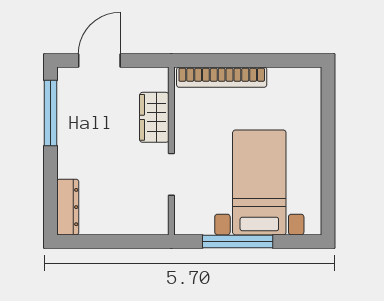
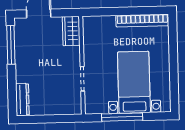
bookcase: (222, 77) -> (142, 20), moved
wardrobe: (154, 117) -> (71, 31), moved

